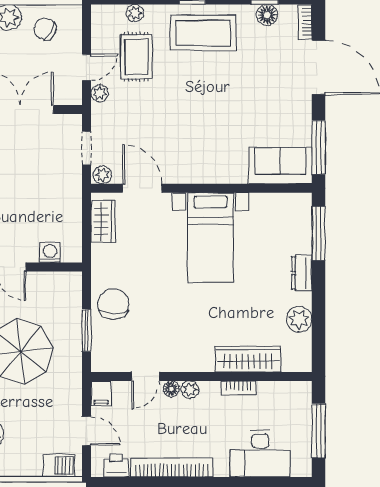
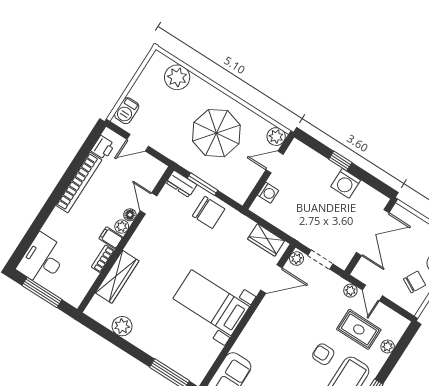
armchair: (189, 78) -> (323, 354), added
dresser: (302, 273) -> (181, 184), moved, turned 180
filing cabinet: (101, 394) -> (111, 238), moved
desk: (260, 454) -> (42, 260), moved

